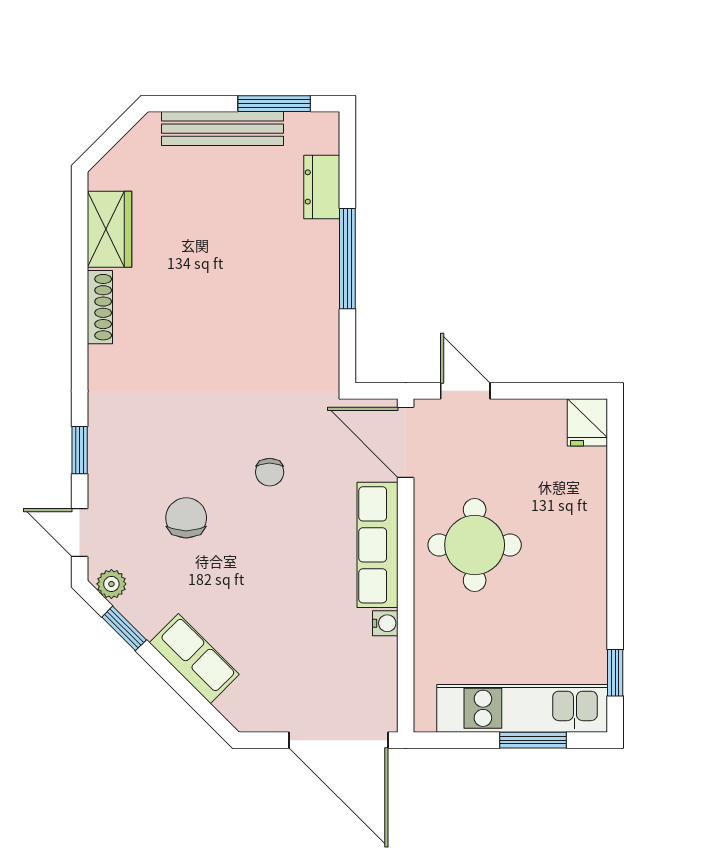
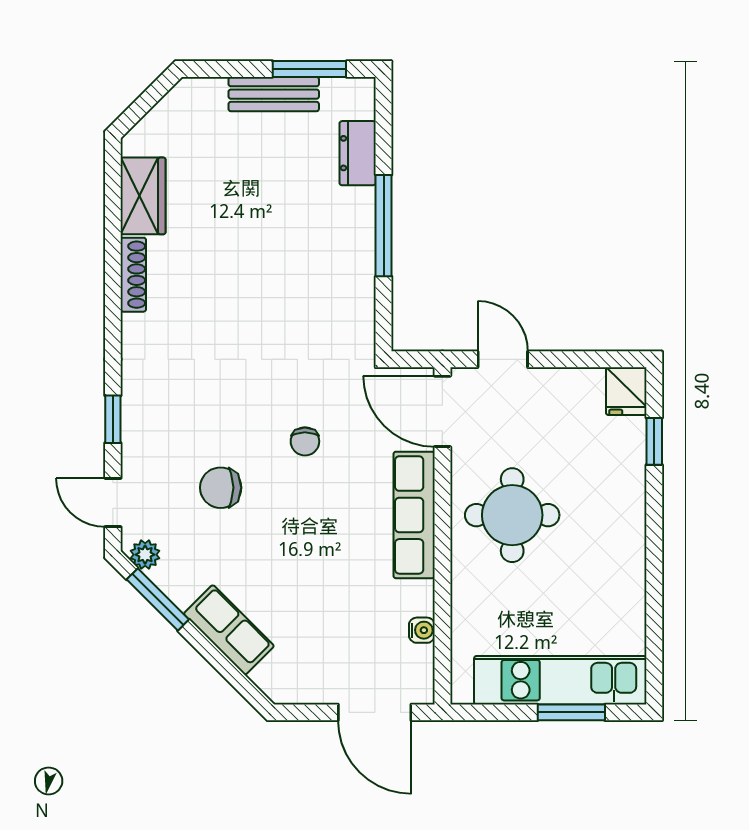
bench: (222, 129) -> (274, 94), width x0.73
chair: (186, 518) -> (221, 488), turned -90
water cooler: (385, 623) -> (422, 630), moved
window: (124, 628) -> (158, 599), width x1.50
window: (615, 673) -> (654, 441), moved
door: (339, 740) -> (375, 712), width x0.73

